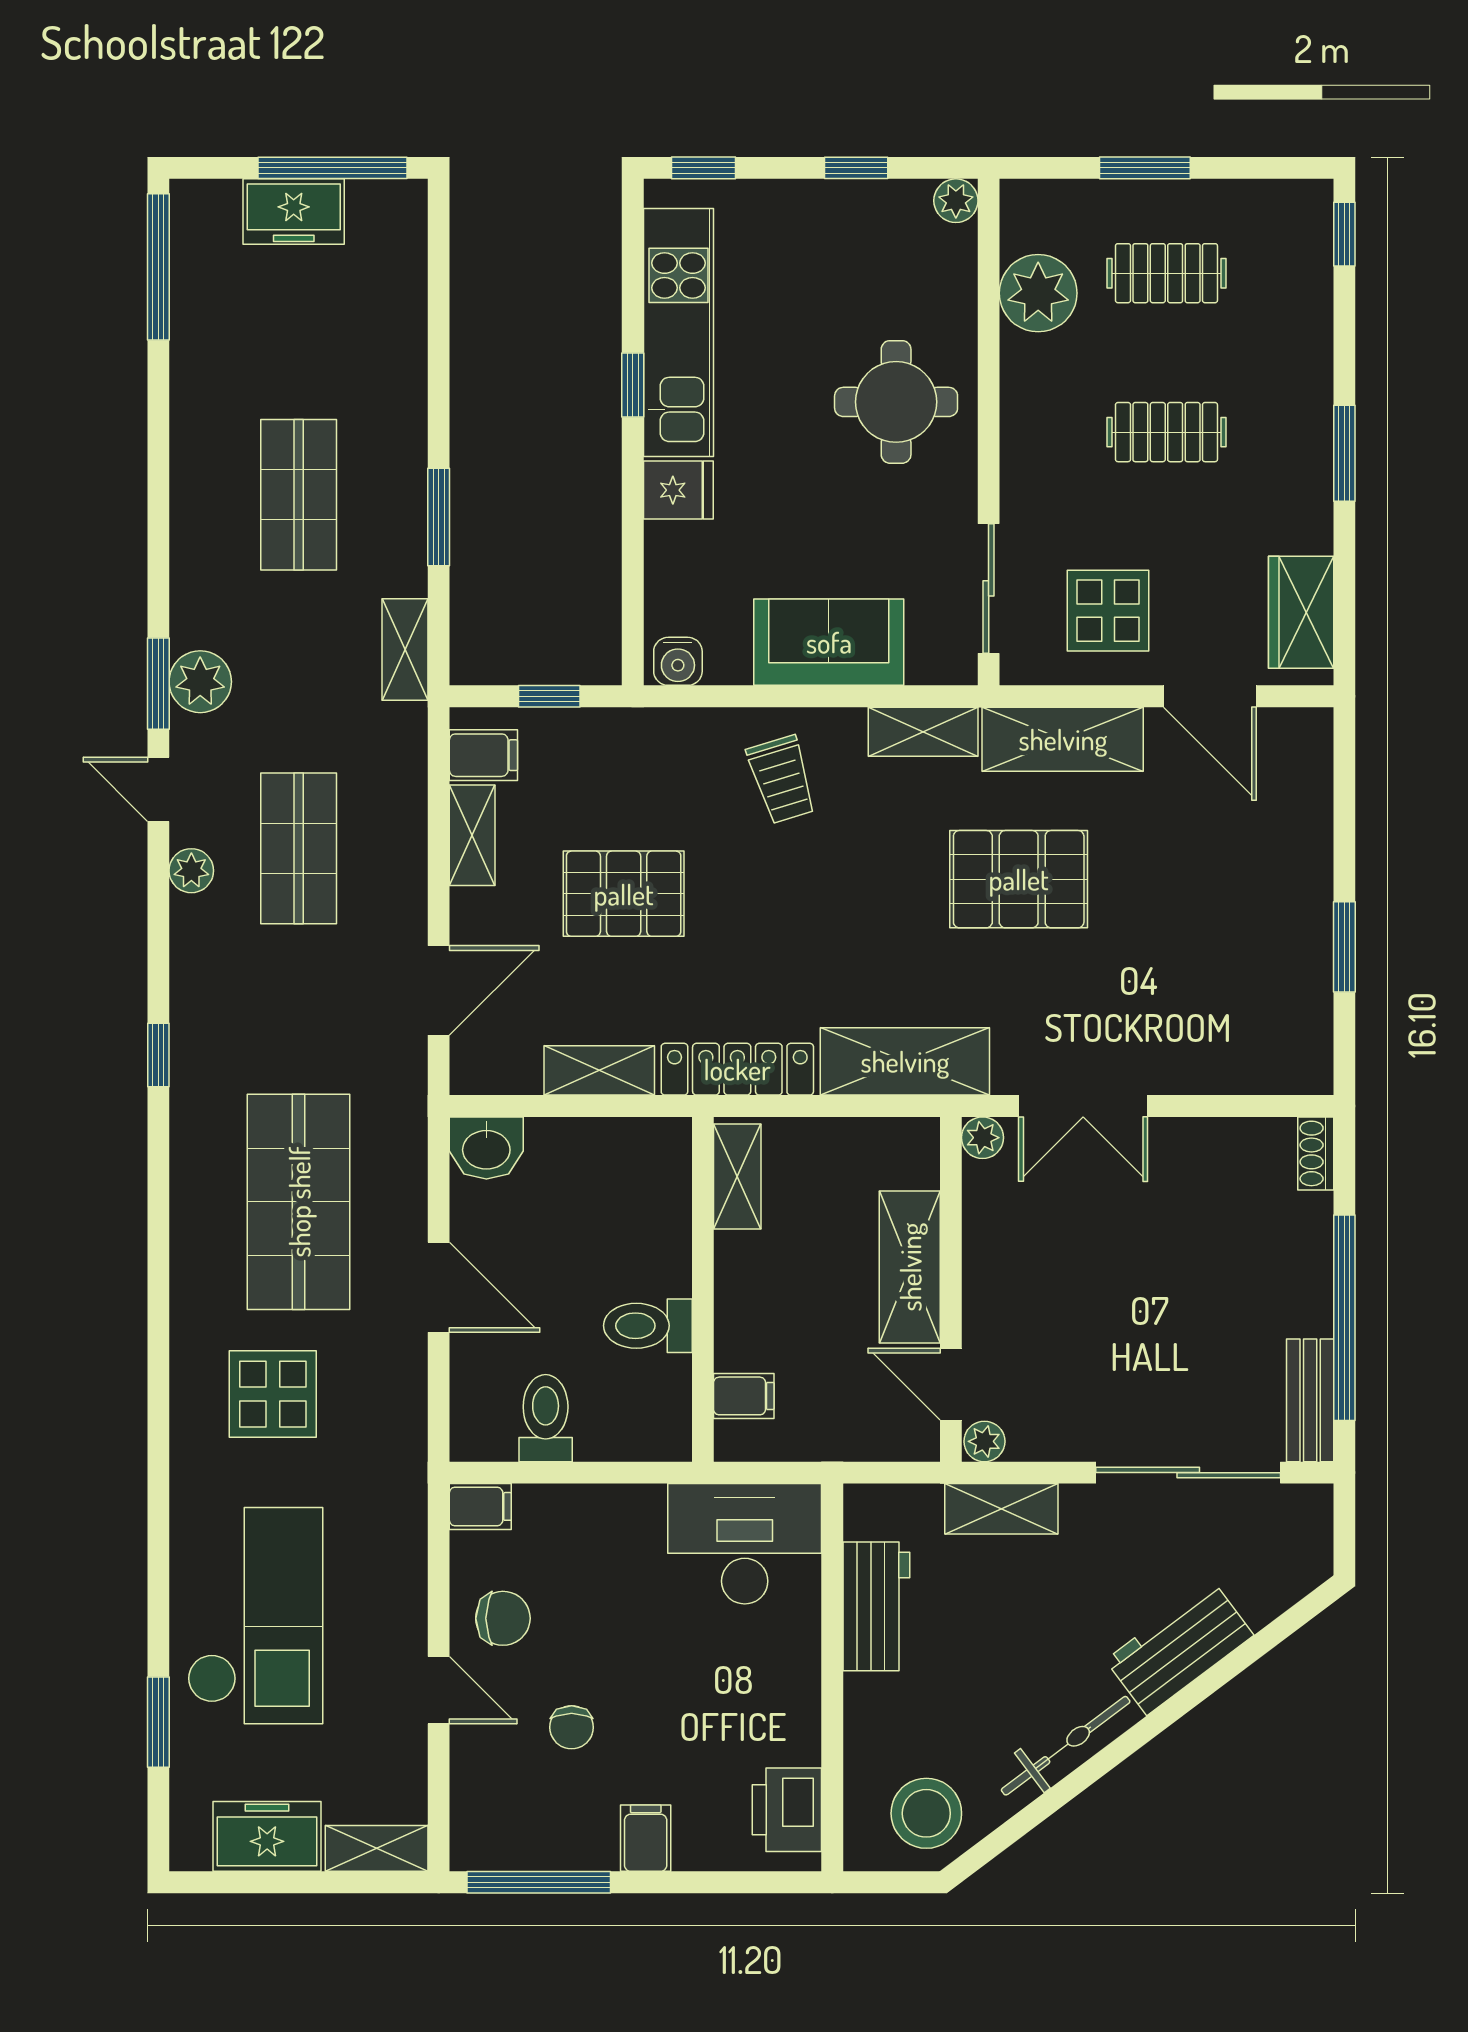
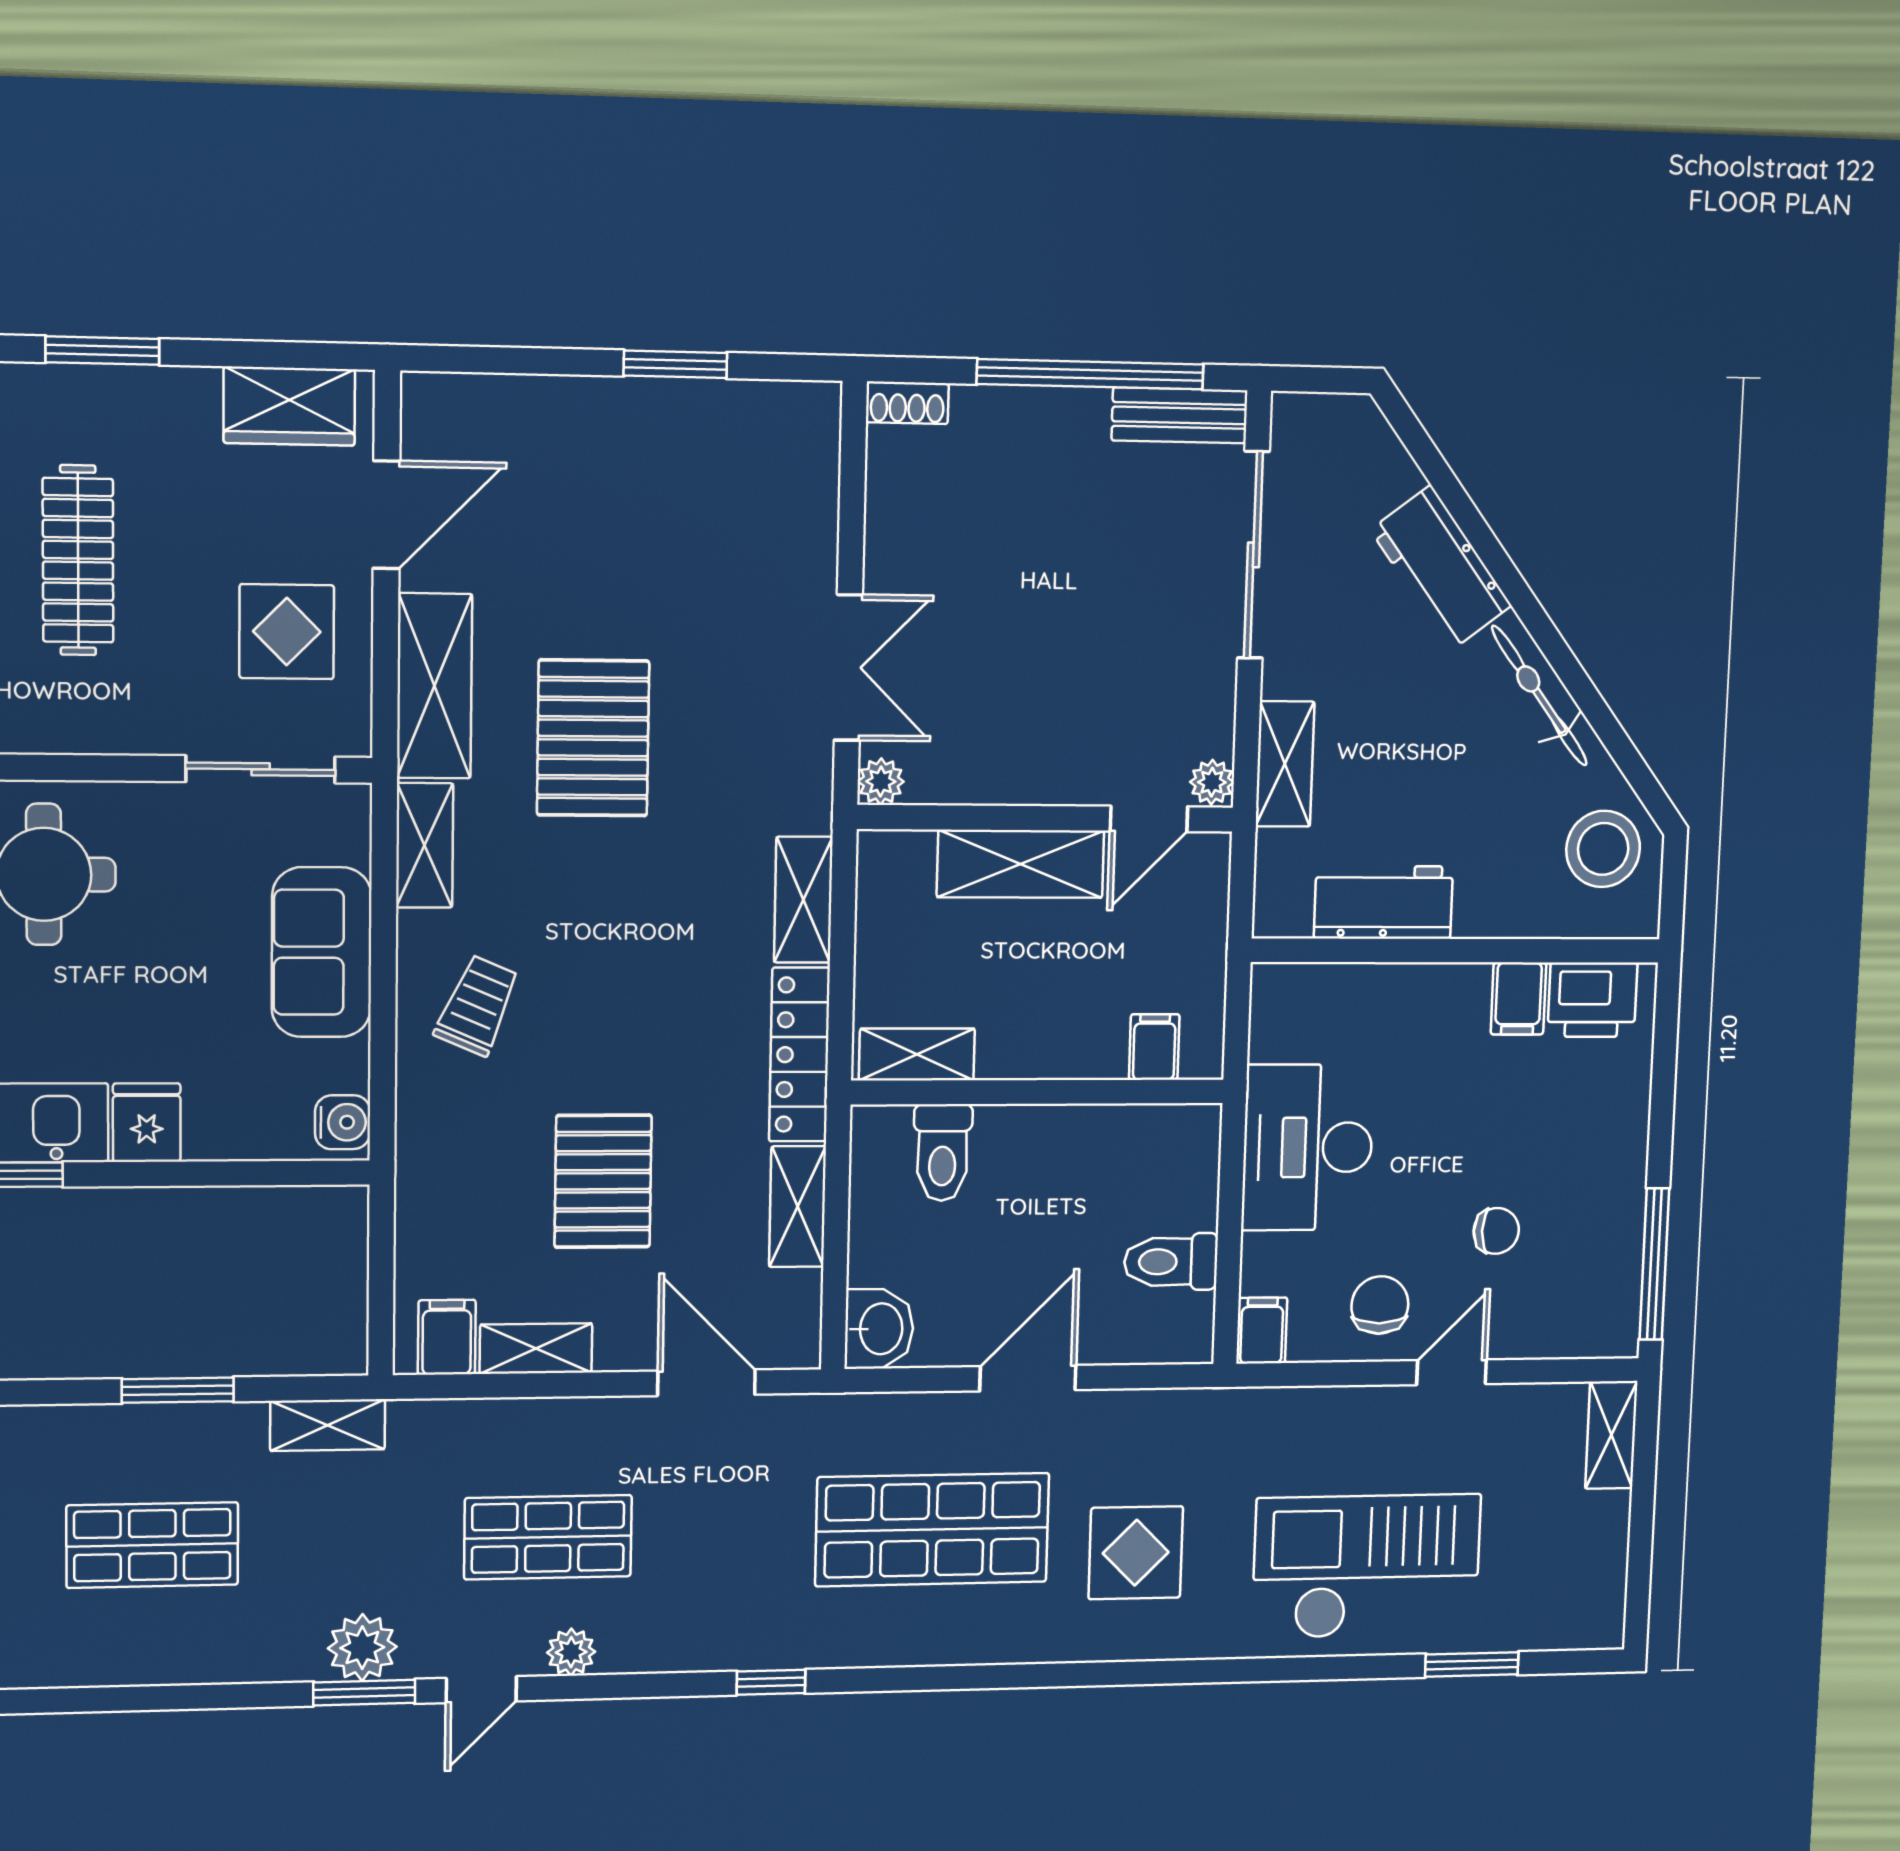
clothes rail: (1166, 432) -> (78, 560), width x1.36
window: (549, 696) -> (381, 1265), removed
trolley: (782, 779) -> (477, 1005), turned -50
shelving: (905, 1061) -> (803, 900), width x0.67, depth x0.75
toilet: (648, 1326) -> (942, 1153), moved
desk: (745, 1544) -> (1308, 1147), moved
freezer: (267, 1836) -> (1594, 1549), removed
filing cabinet: (646, 1838) -> (1518, 999), moved, turned -90

